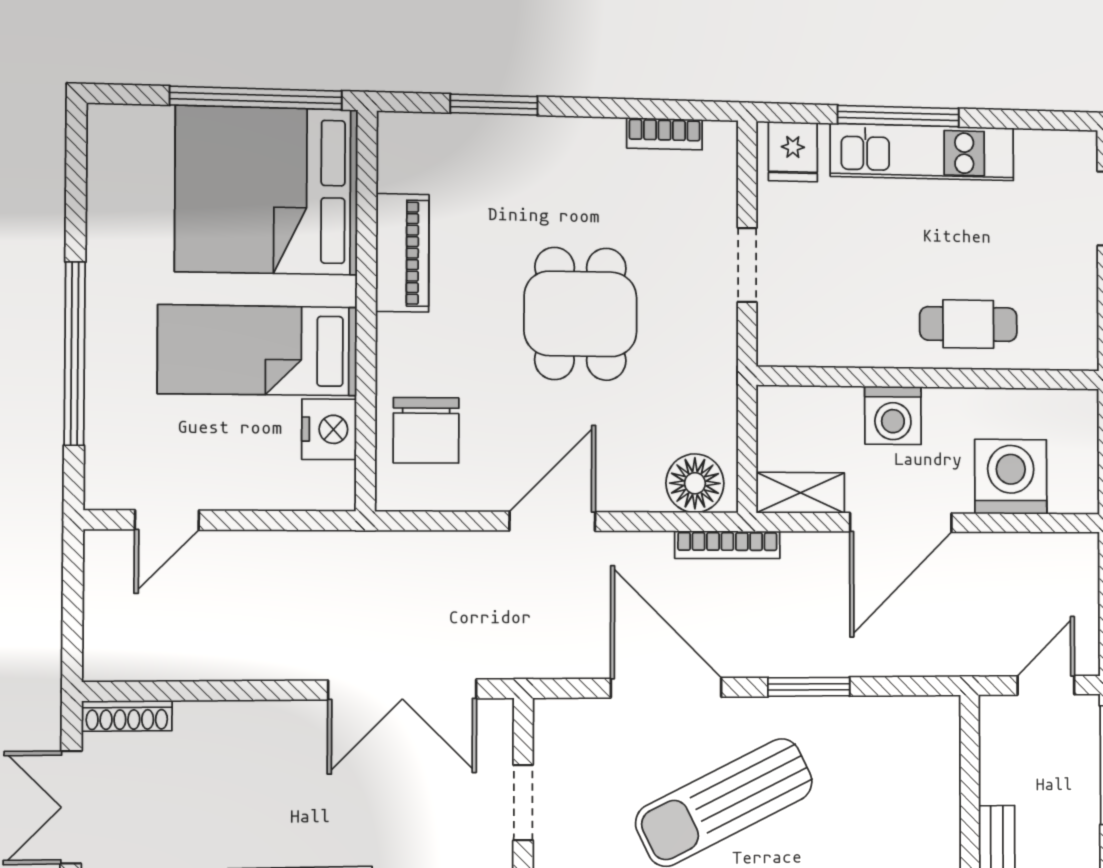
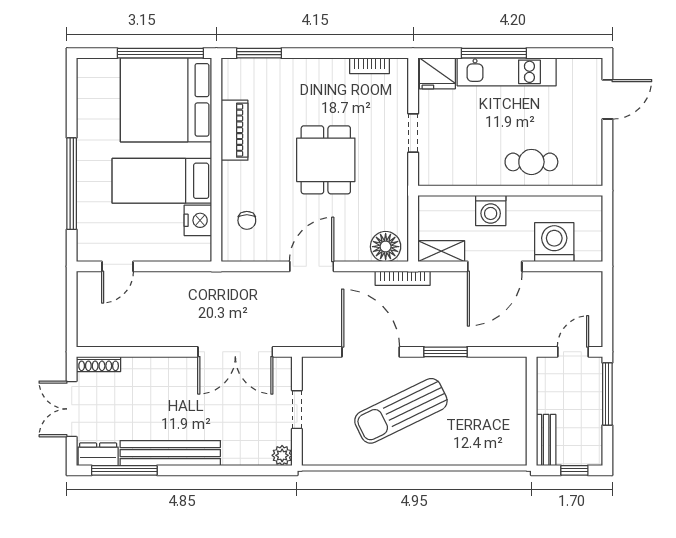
window: (494, 105) -> (259, 53), moved
fridge: (793, 152) -> (437, 73), width x1.38
chair: (426, 430) -> (247, 220), width x0.54, depth x0.54

